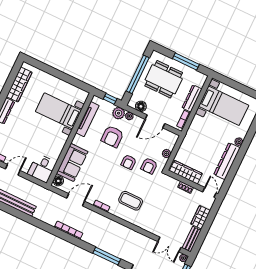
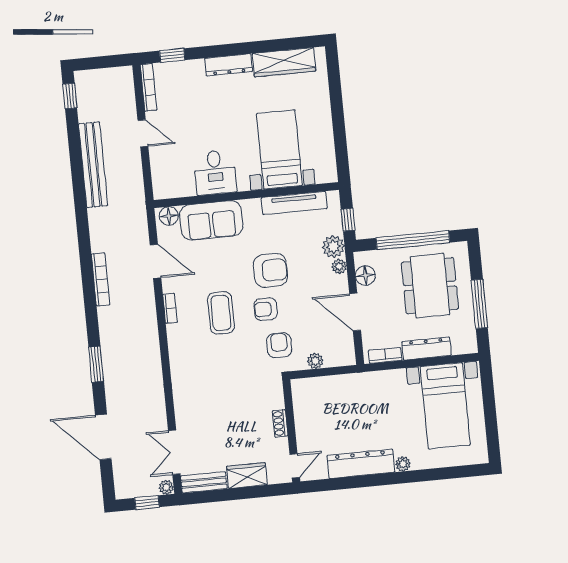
armchair: (112, 136) -> (271, 270), moved, turned 180
armchair: (149, 166) -> (279, 345), turned 90
desk: (42, 168) -> (215, 172), moved, turned -90
wardrobe: (186, 172) -> (304, 409), removed
coffee table: (131, 201) -> (221, 313), moved
window: (107, 256) -> (96, 364), width x0.69

